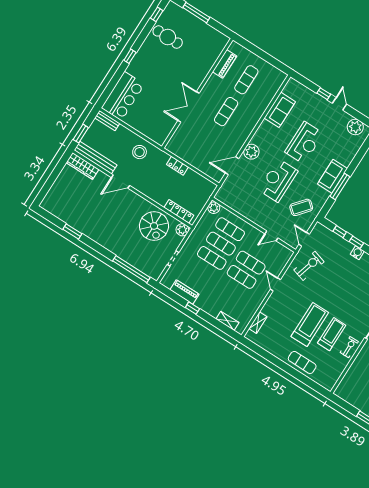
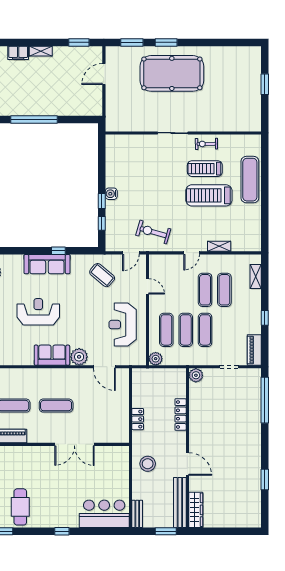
sofa: (280, 110) -> (52, 355), moved
sofa: (333, 176) -> (47, 264), width x1.36
reception desk: (278, 181) -> (123, 325), moved, turned 90
window: (340, 187) -> (58, 251), width x0.46
locker: (179, 211) -> (181, 415), moved
spiral stairs: (154, 226) -> (210, 405), removed
exercise mat: (251, 263) -> (224, 290), moved
piano: (185, 292) -> (254, 350), moved
shelving: (258, 323) -> (219, 246), moved
exercise mat: (302, 362) -> (250, 180), width x1.36, depth x1.45

